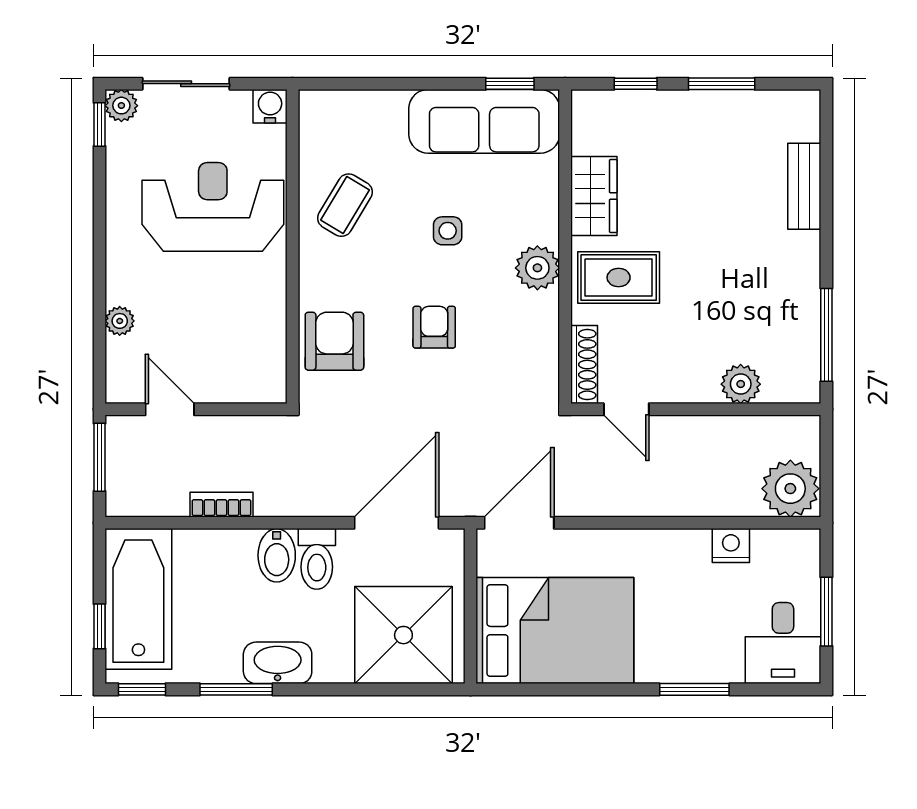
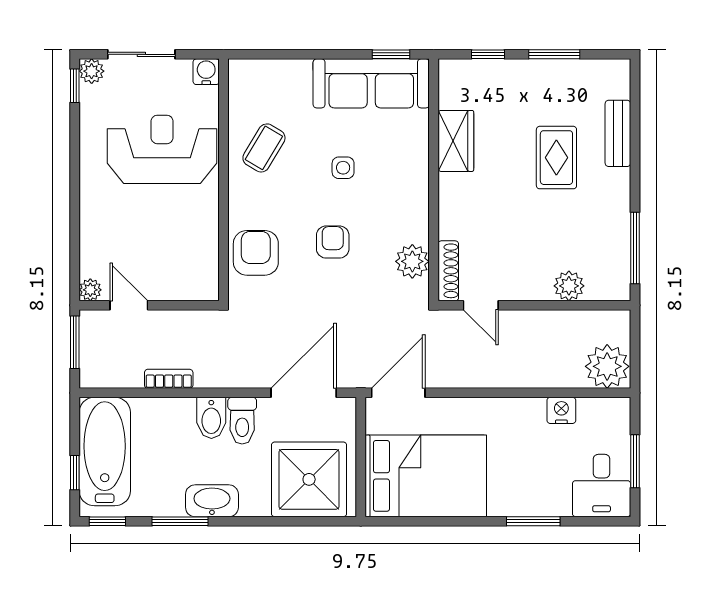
plant: (537, 268) -> (412, 261), moved
rug: (619, 277) -> (556, 158), moved, turned 90
plant: (120, 321) -> (90, 290), moved

